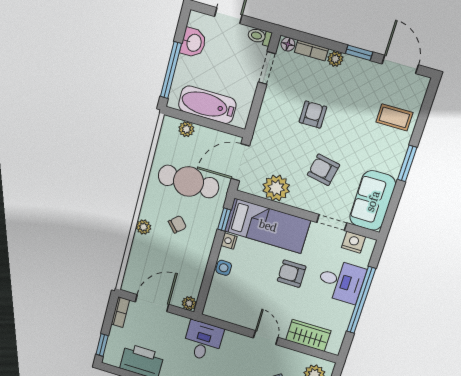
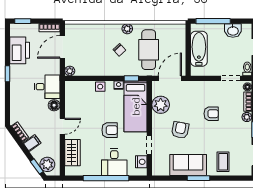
plant: (186, 129) -> (181, 40), removed
door: (240, 162) -> (170, 78), hinge flipped
sofa: (373, 201) -> (188, 165), moved
plant: (143, 227) -> (127, 29), moved
armchair: (292, 274) -> (110, 130), turned 90
door: (152, 303) -> (62, 47), swing flipped
floor lamp: (232, 340) -> (54, 105), added

